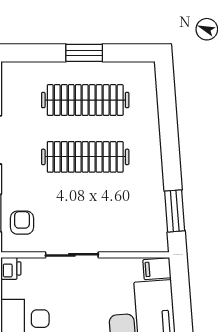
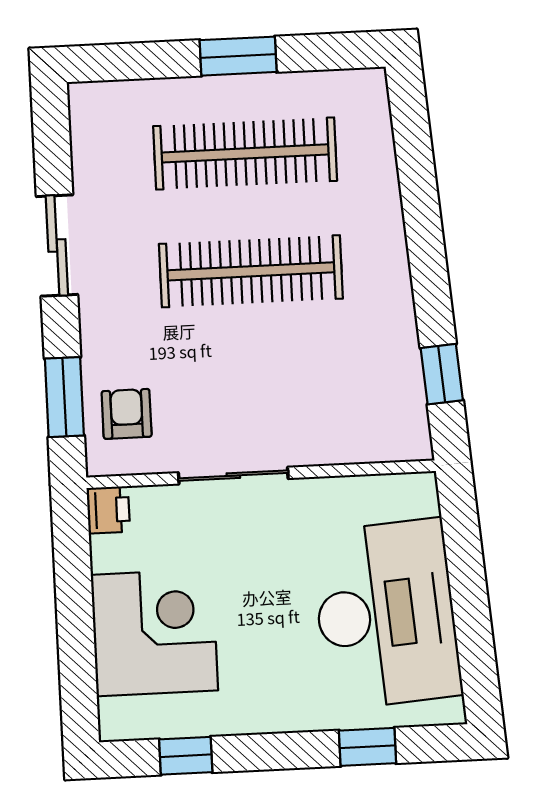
window: (175, 211) -> (442, 374), width x0.67
filing cabinet: (157, 269) -> (411, 496), removed

